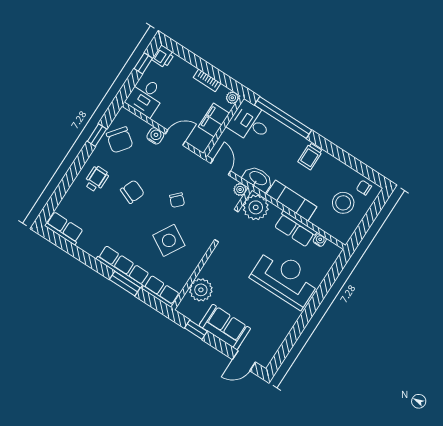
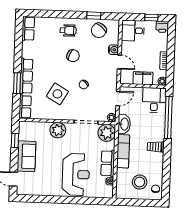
plant: (201, 290) -> (58, 130), moved

